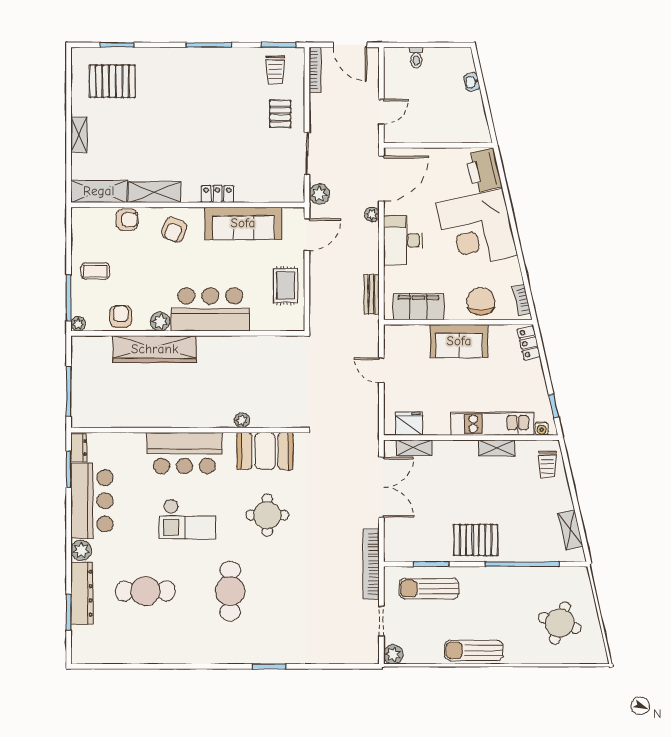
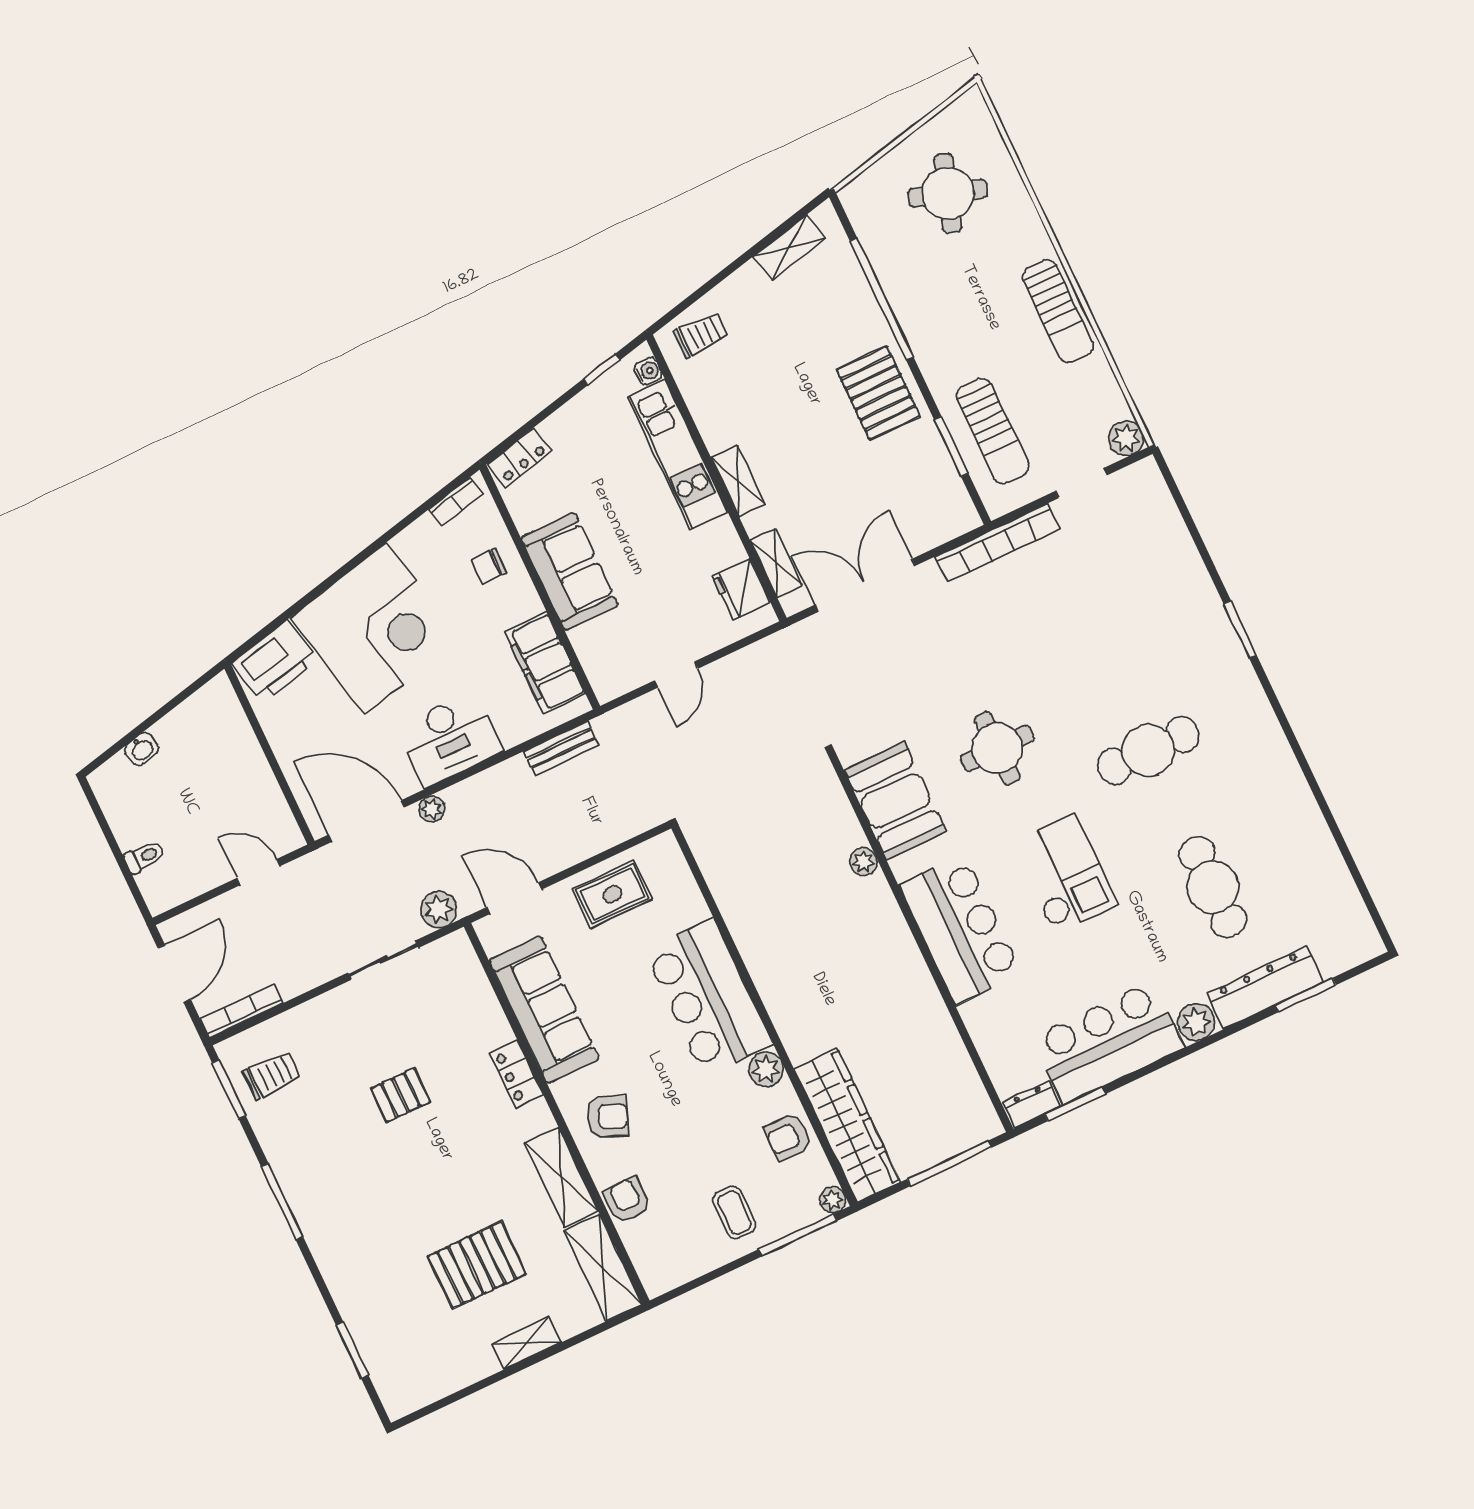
pallet: (112, 81) -> (477, 1265), moved, turned 90
pallet: (280, 114) -> (400, 1095), moved
chair: (481, 301) -> (489, 566), width x0.54, depth x0.54
wardrobe: (155, 349) -> (847, 1125), moved
shelving: (497, 448) -> (738, 481), moved

